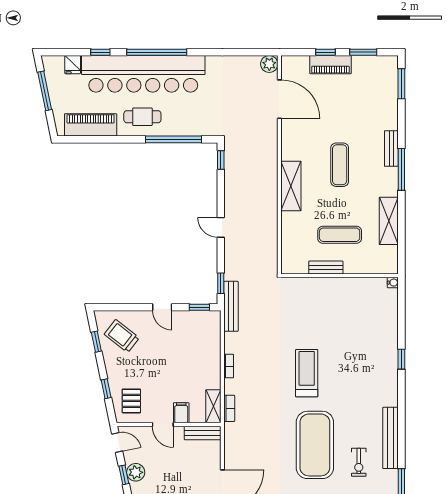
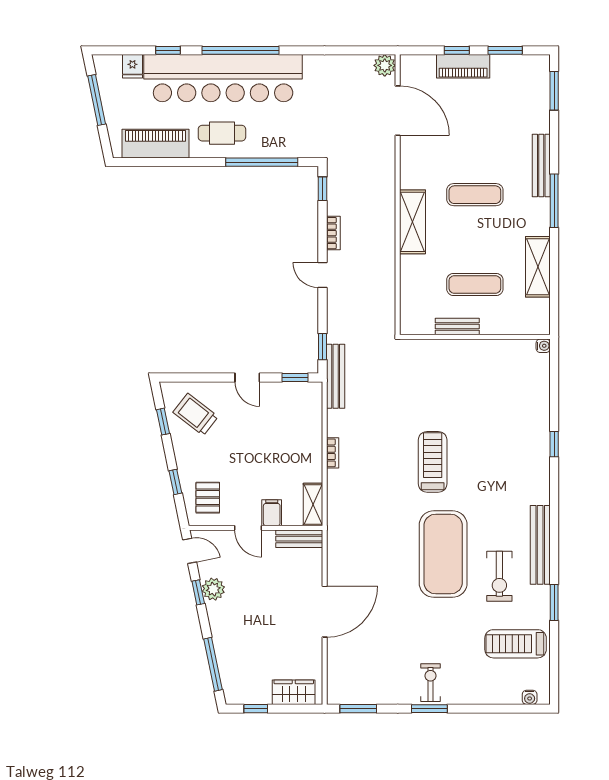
bench: (391, 149) -> (541, 166), width x1.36
exercise mat: (340, 165) -> (475, 195), turned 90
bookcase: (229, 408) -> (333, 233), moved
exercise bike: (359, 462) -> (499, 576), width x1.38, depth x1.39

